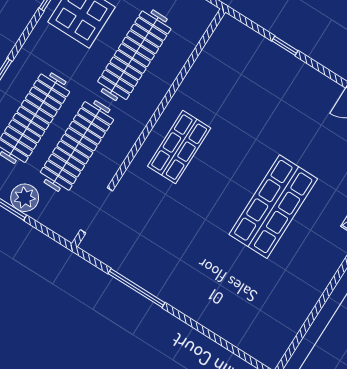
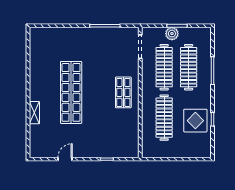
shop shelf: (273, 207) -> (71, 92), width x1.40

